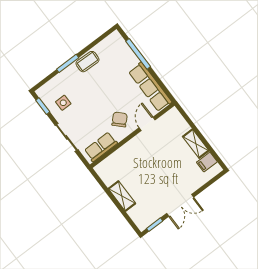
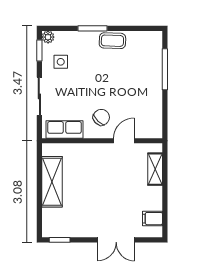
row of seats: (150, 87) -> (153, 108), removed
plant: (42, 92) -> (48, 37), added
shelving: (196, 144) -> (155, 169), moved
shelving: (122, 196) -> (52, 182), width x1.50, depth x1.33
double door: (180, 205) -> (116, 240), moved

